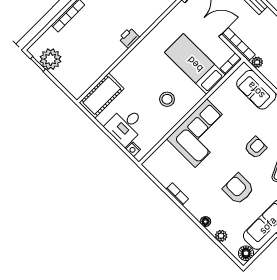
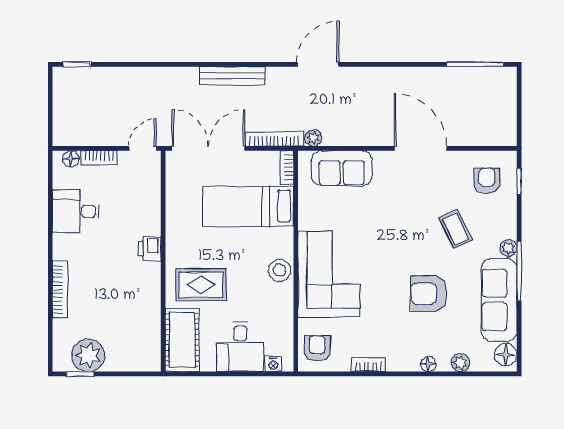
rug: (136, 79) -> (201, 285), added
stool: (167, 99) -> (280, 270), moved
armchair: (256, 148) -> (317, 348), moved

